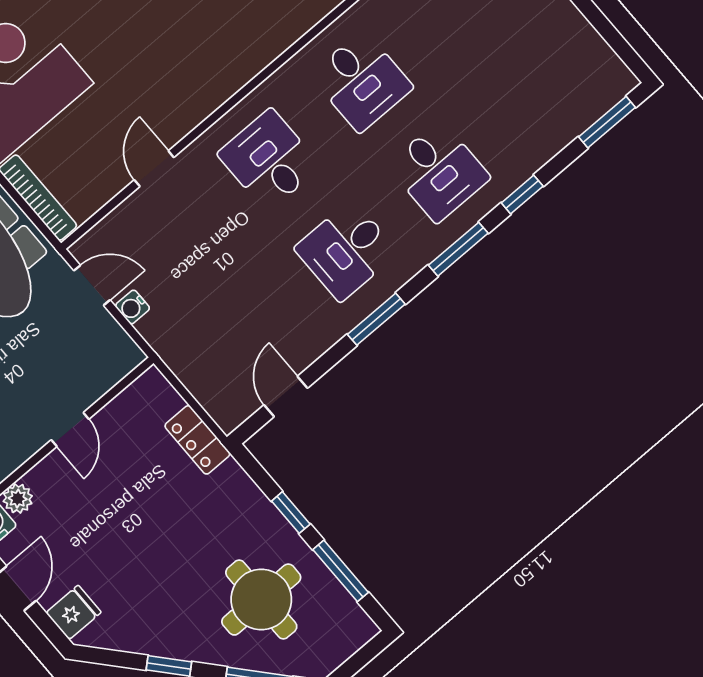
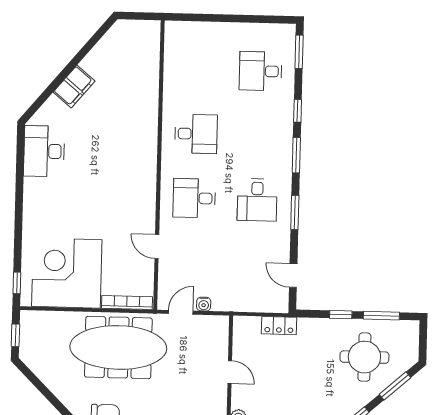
desk: (439, 171) -> (261, 71), moved, turned 180

